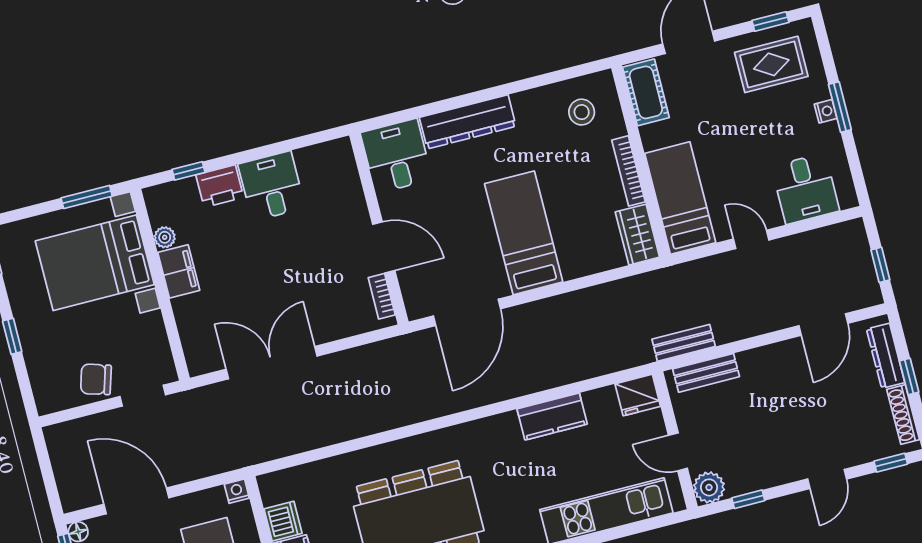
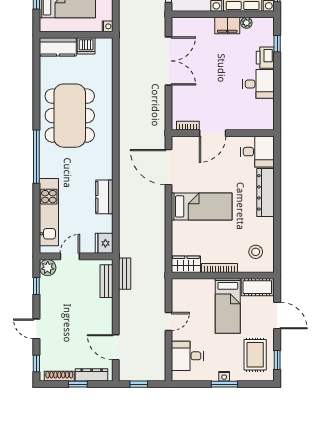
bed: (680, 198) -> (228, 306), moved, turned 90

